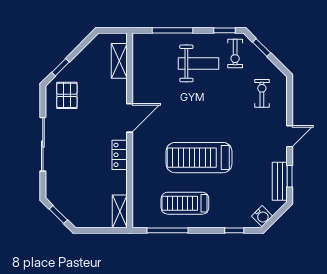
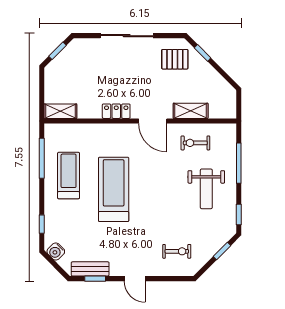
exercise bike: (235, 53) -> (195, 143), moved
shelving: (119, 61) -> (191, 111), moved

